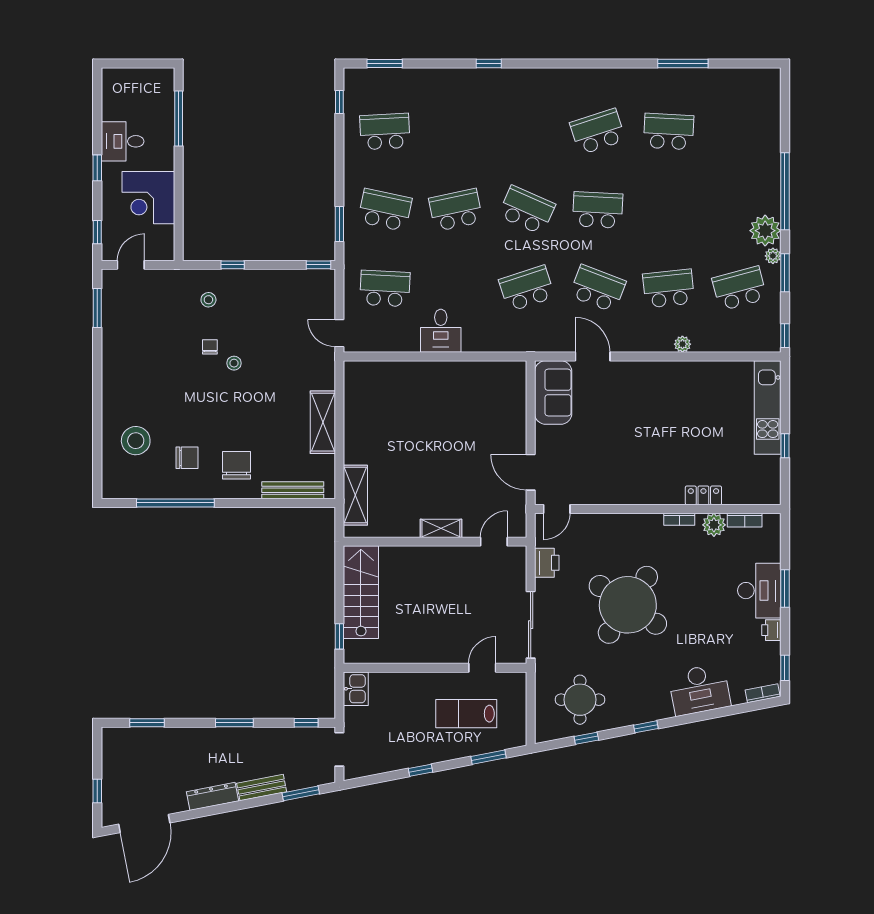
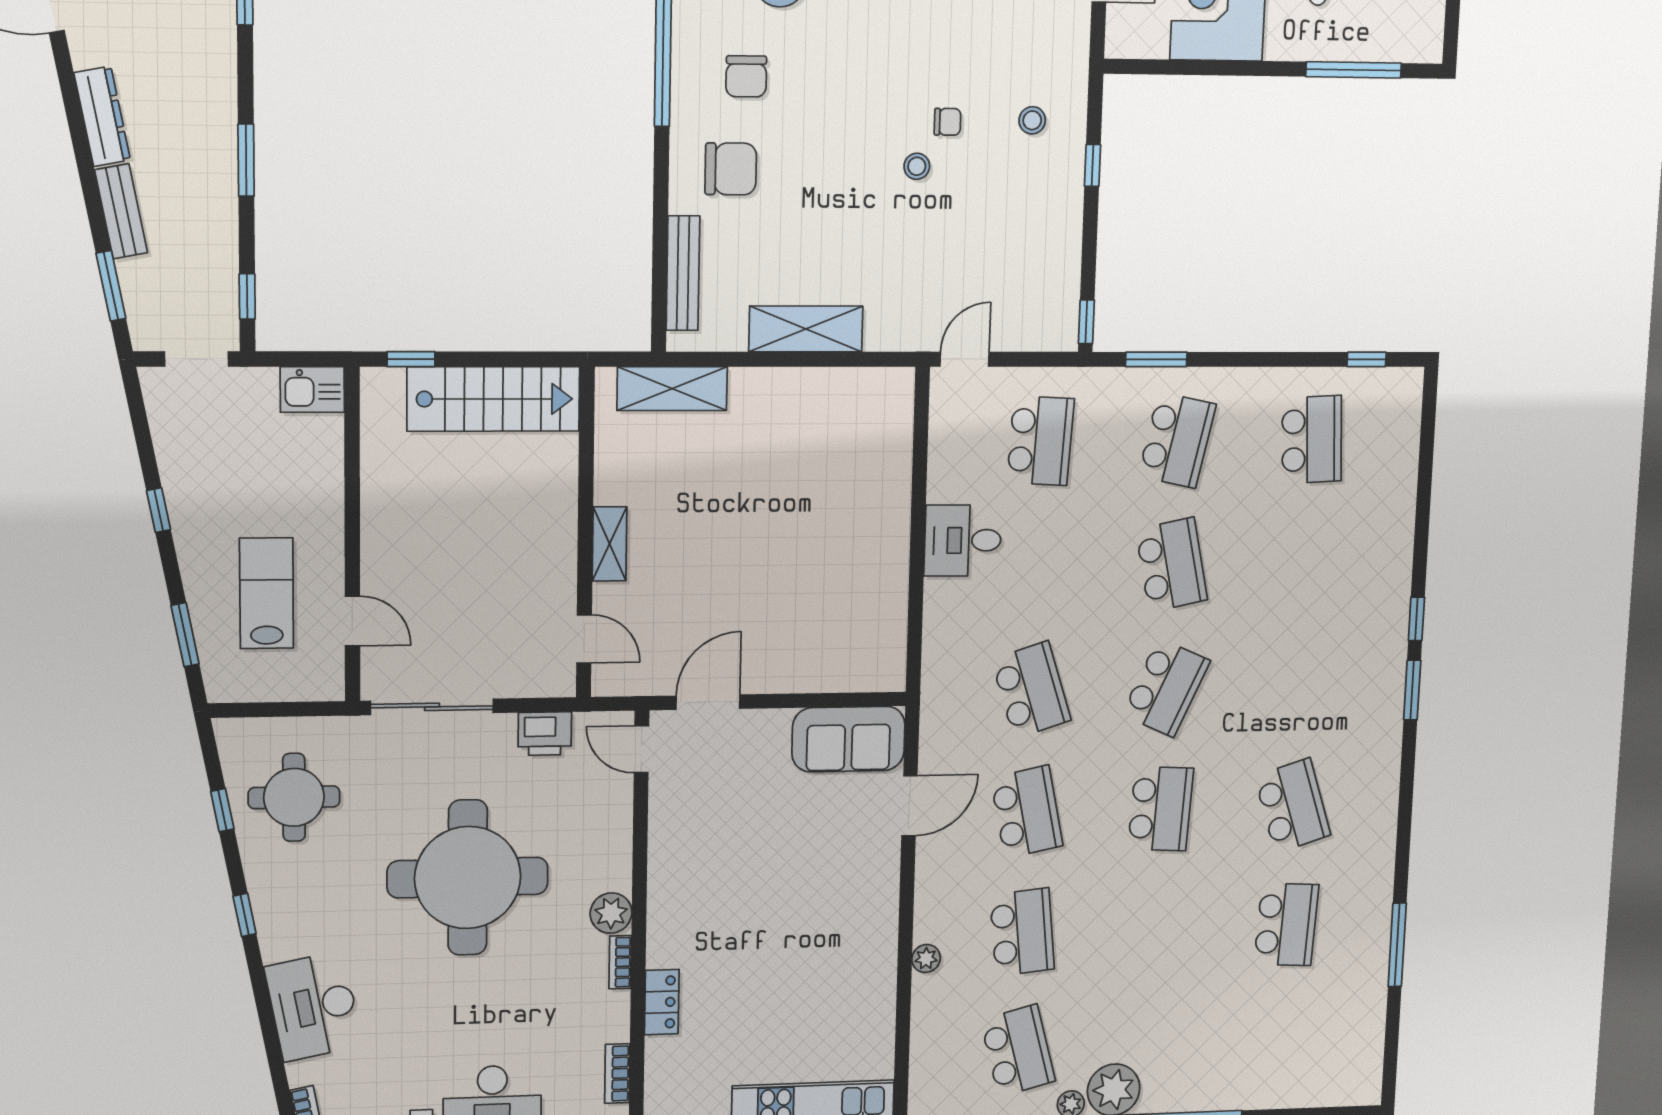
window: (385, 64) -> (1412, 690), moved
school desk: (598, 288) -> (1027, 812), turned -33
plant: (714, 525) -> (611, 913), moved
round table: (628, 605) -> (468, 878), turned -34

